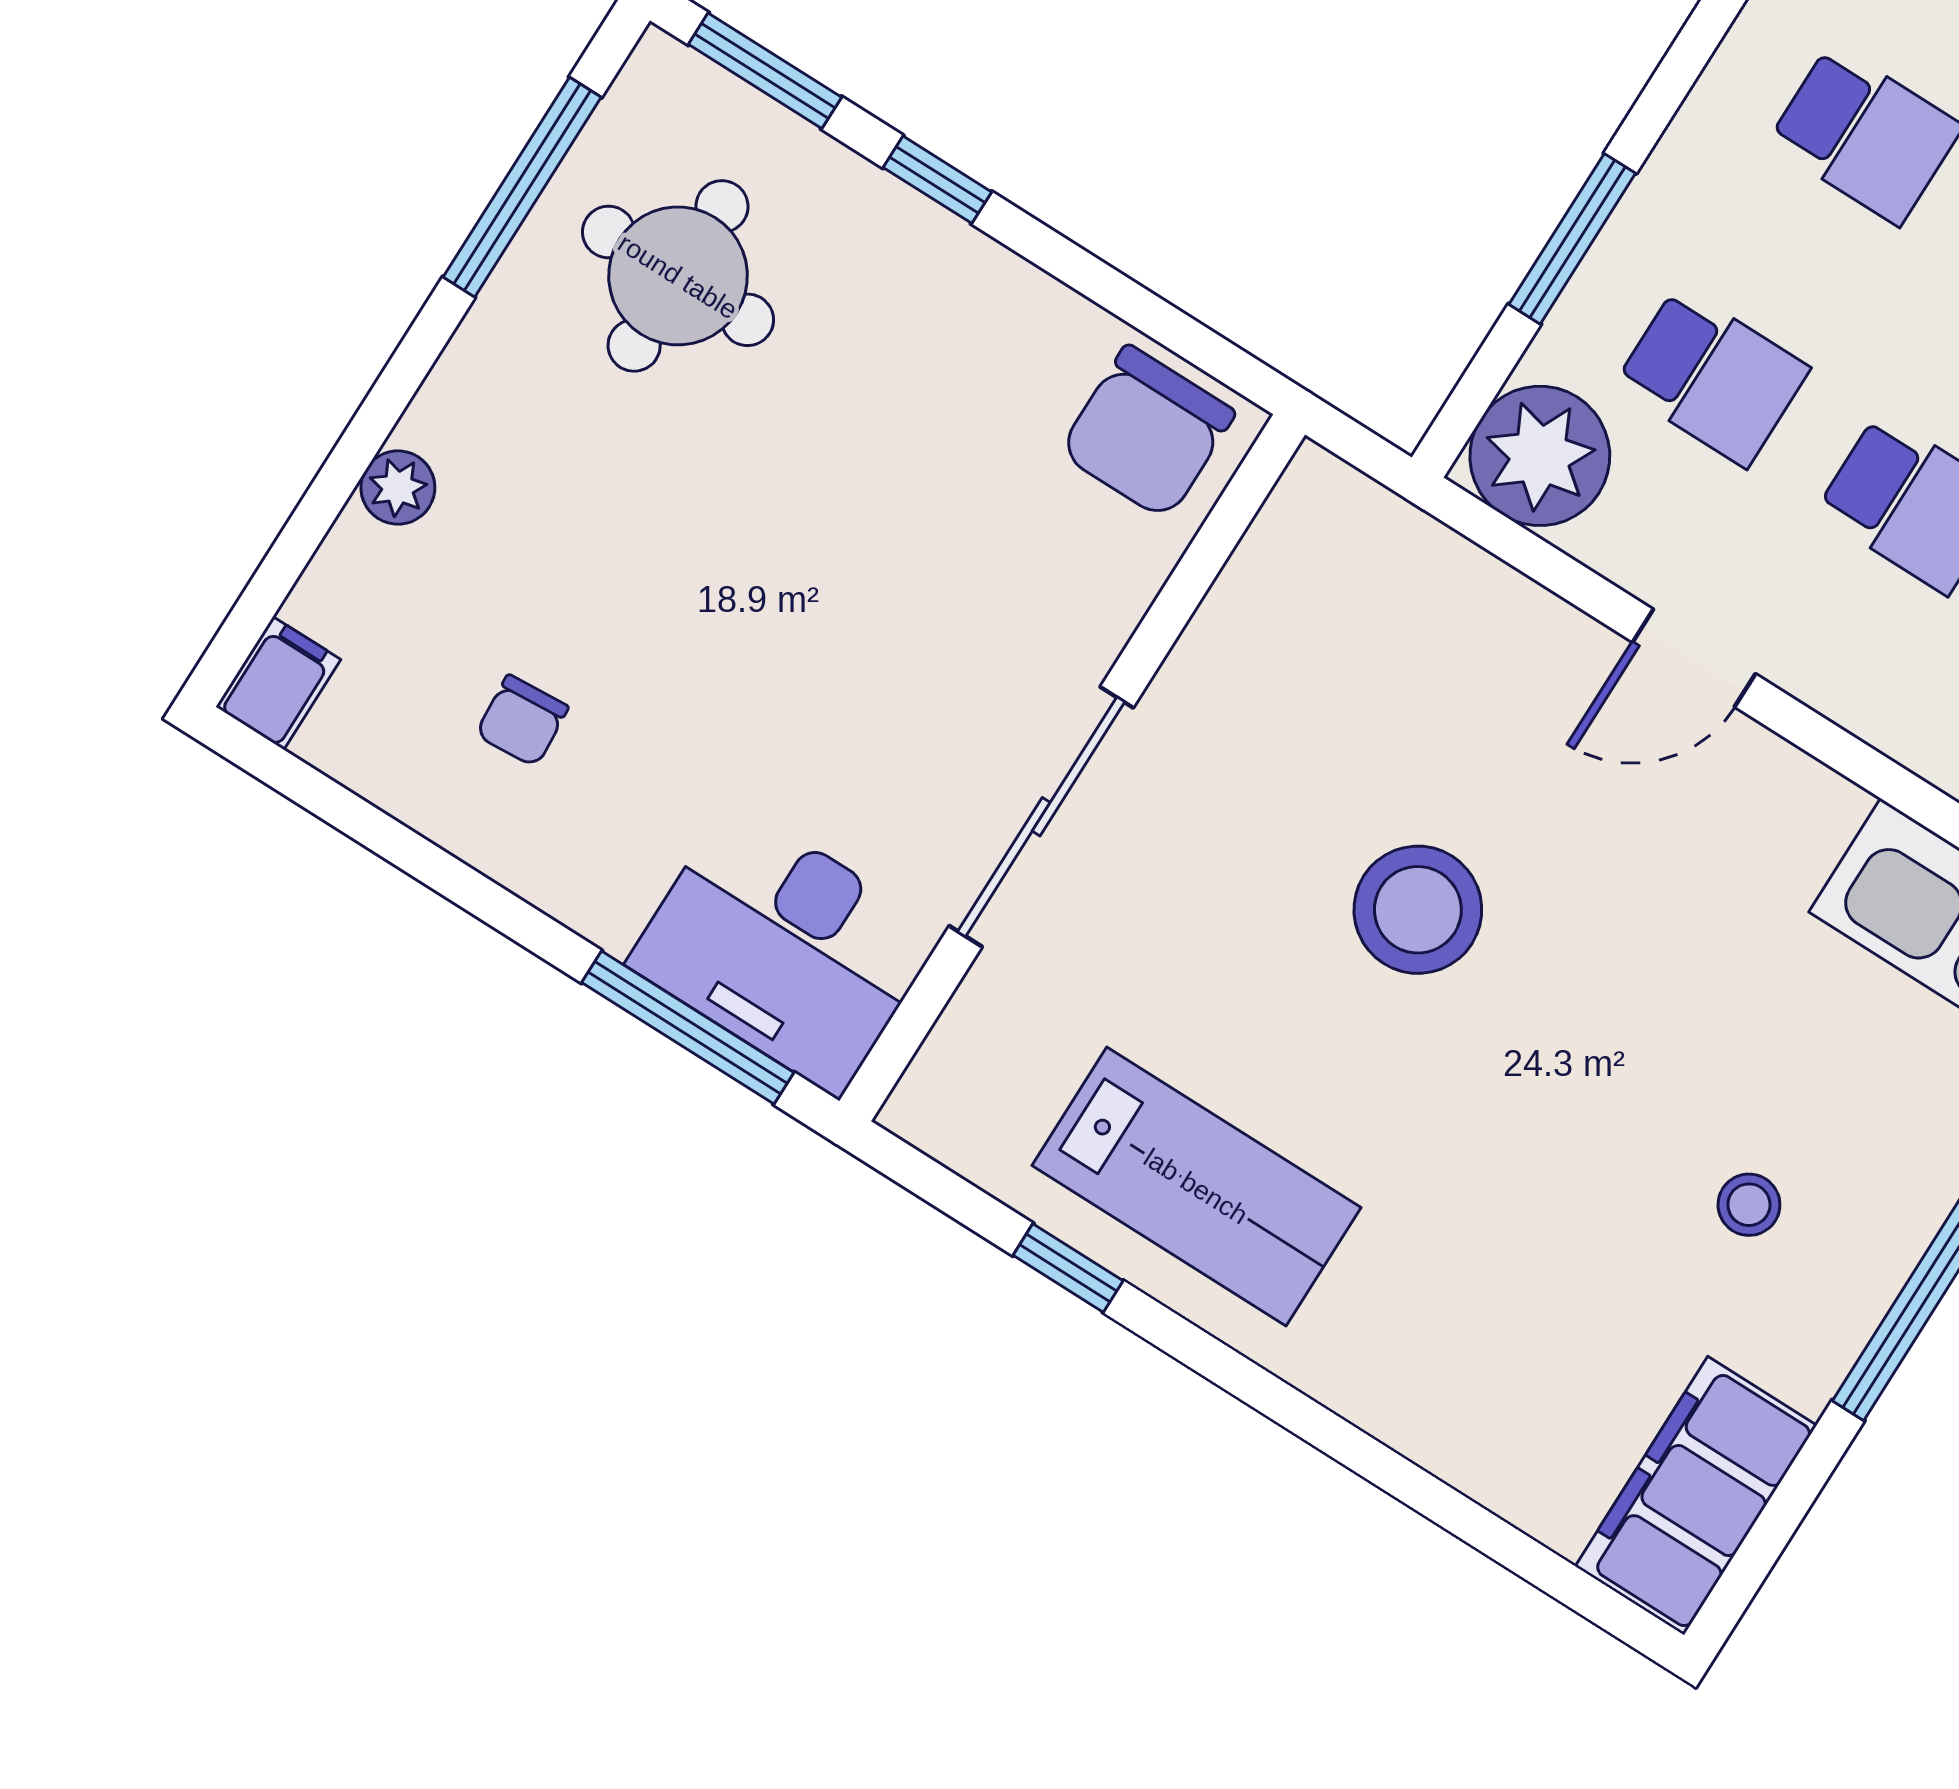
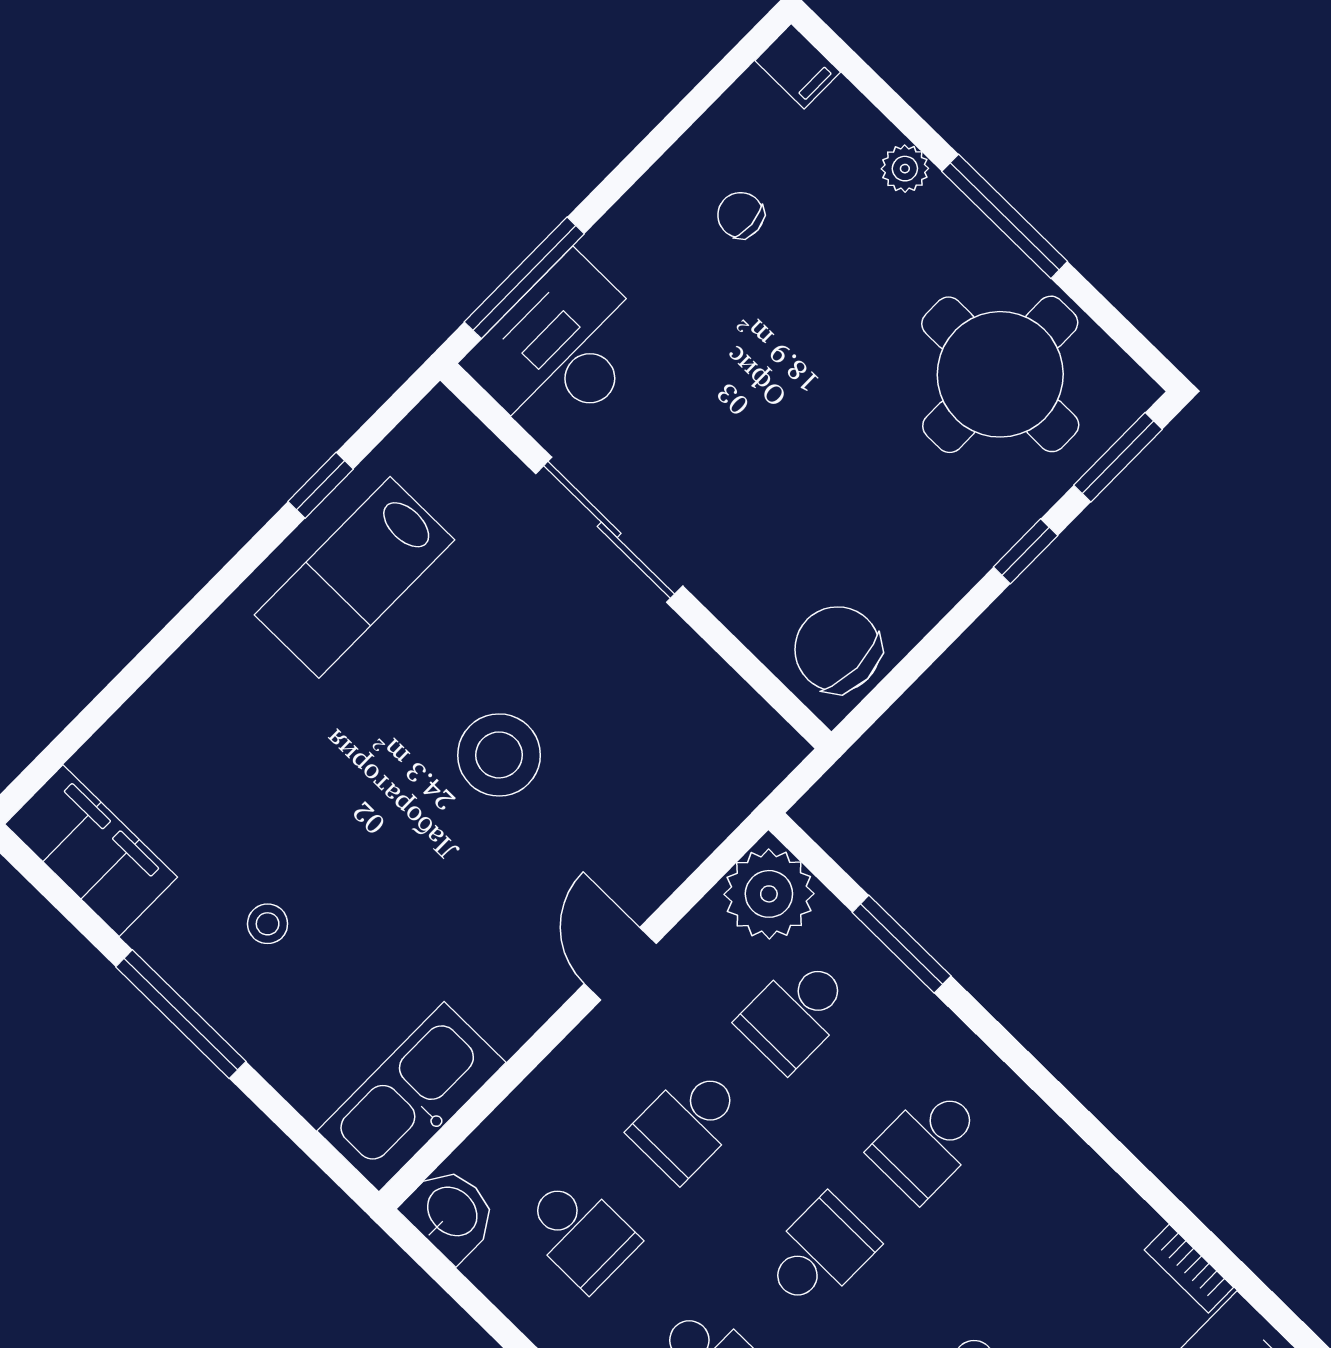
window: (522, 187) -> (1005, 216), moved
round table: (678, 276) -> (1000, 374), width x1.36, depth x1.36

